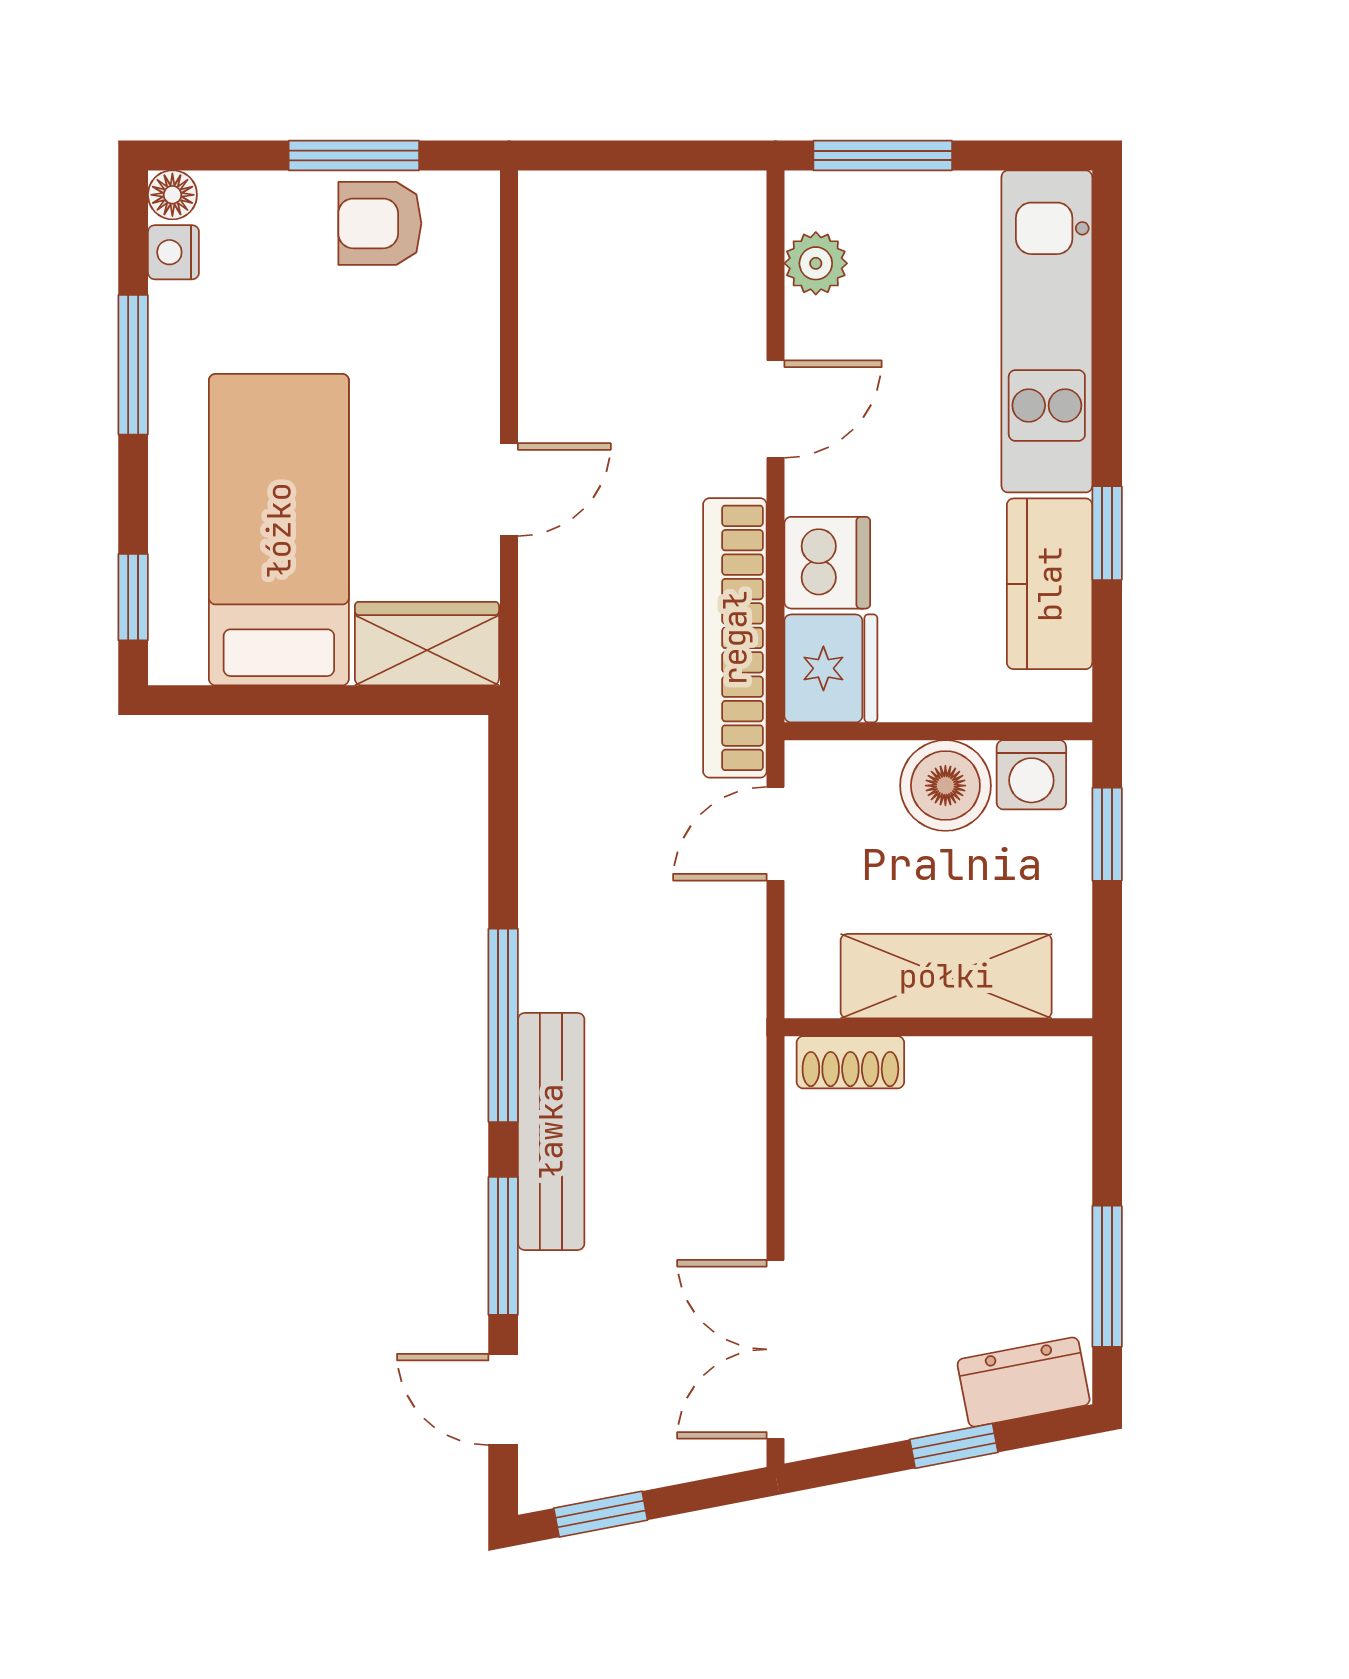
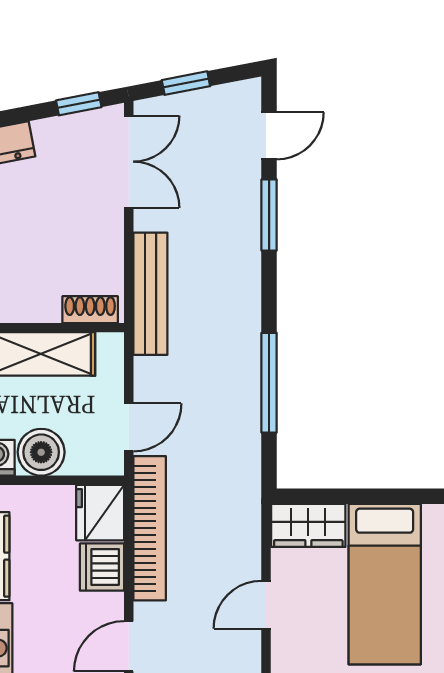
window: (503, 1025) -> (269, 383), moved
bench: (551, 1131) -> (150, 294), moved
door: (503, 1399) -> (269, 136), hinge flipped
window: (954, 1446) -> (79, 104), moved
window: (601, 1514) -> (186, 83), moved

